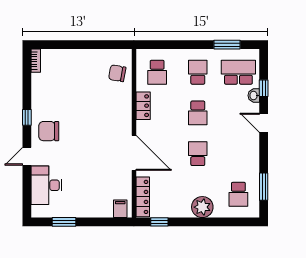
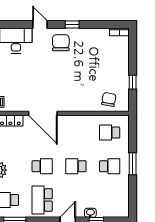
window: (96, 45) -> (133, 82), added
window: (227, 45) -> (133, 164), moved
school desk: (238, 72) -> (42, 200), moved, turned 180
locker: (143, 106) -> (82, 121), removed
door: (134, 153) -> (43, 113), hinge flipped

